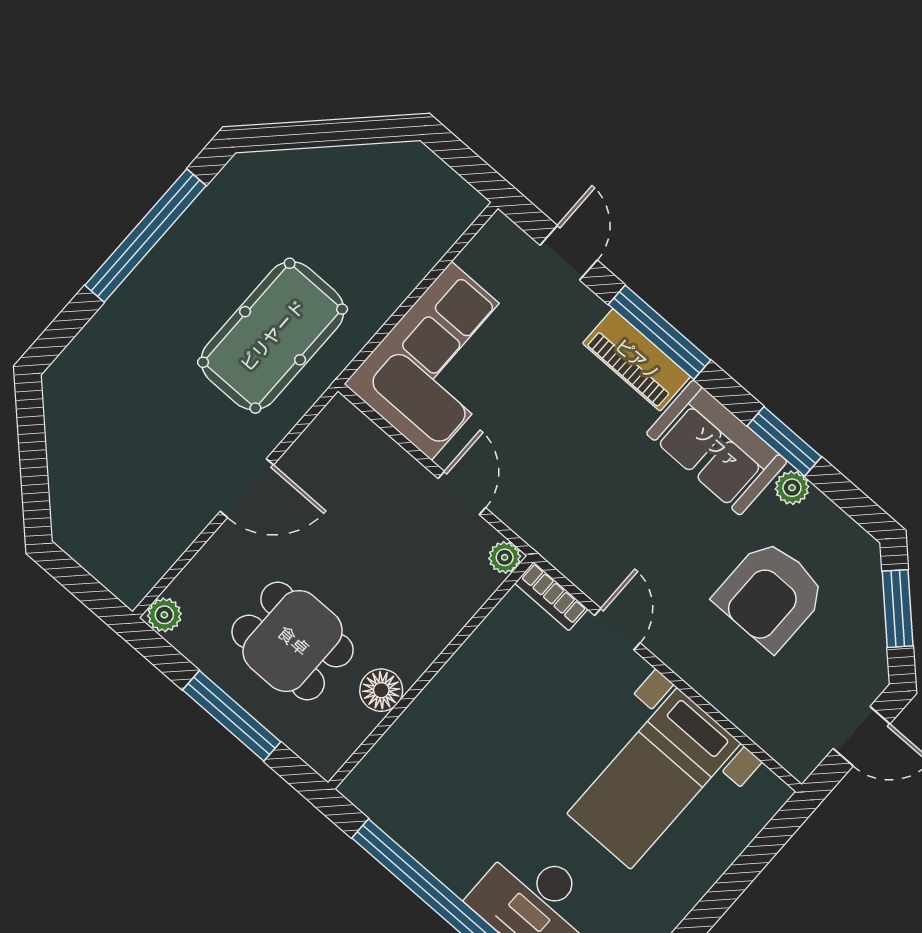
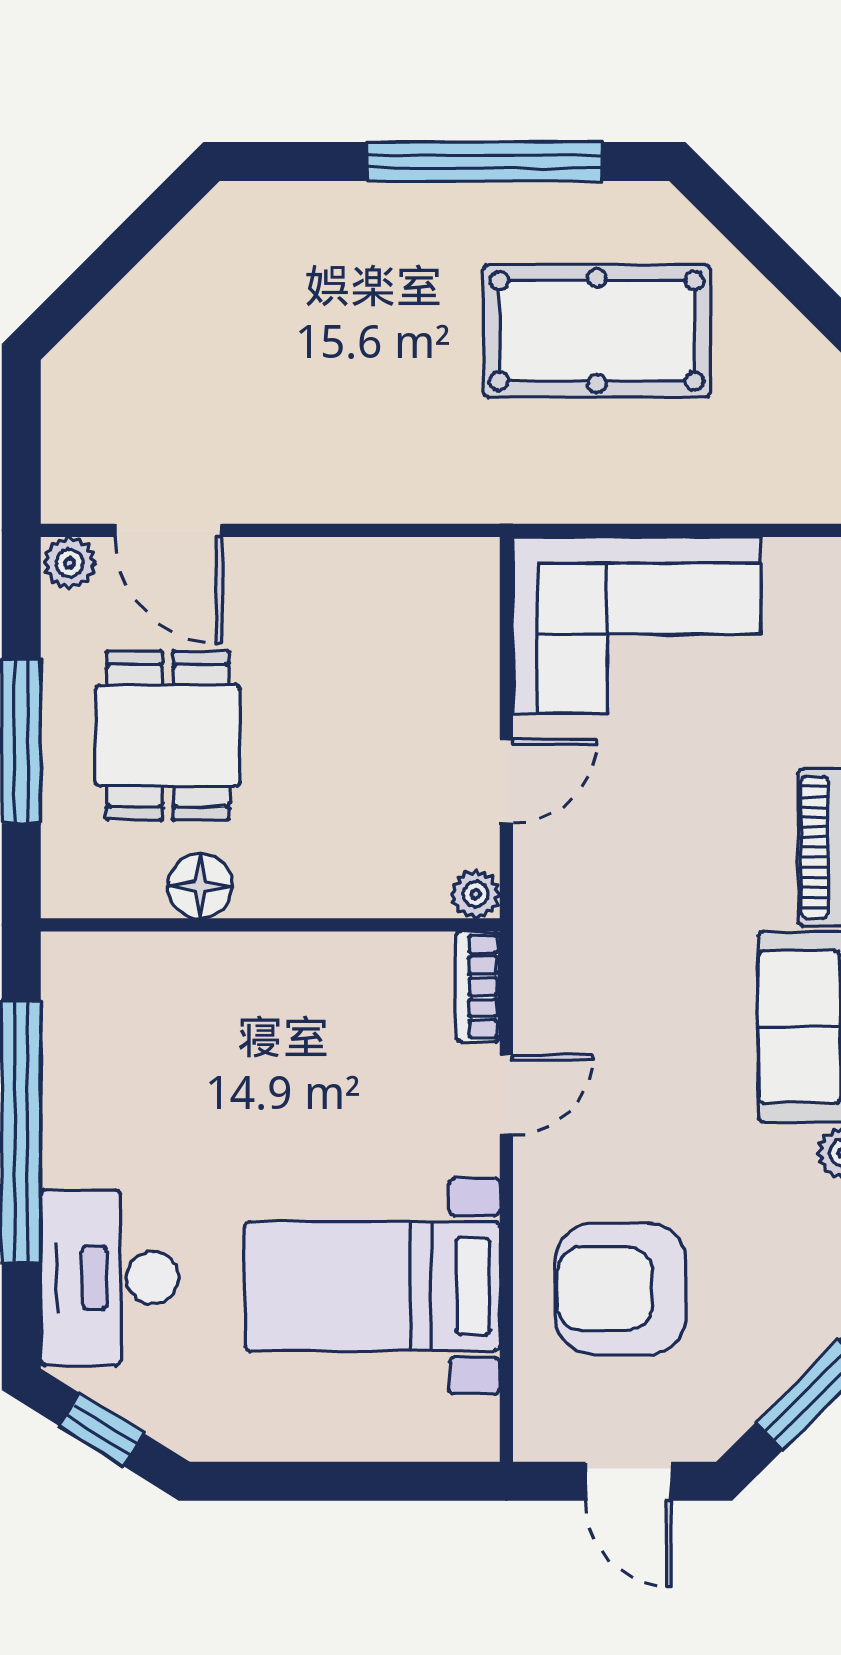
pool table: (273, 336) -> (597, 331), moved
door: (247, 488) -> (168, 530), moved
armchair: (770, 595) -> (621, 1289), moved

